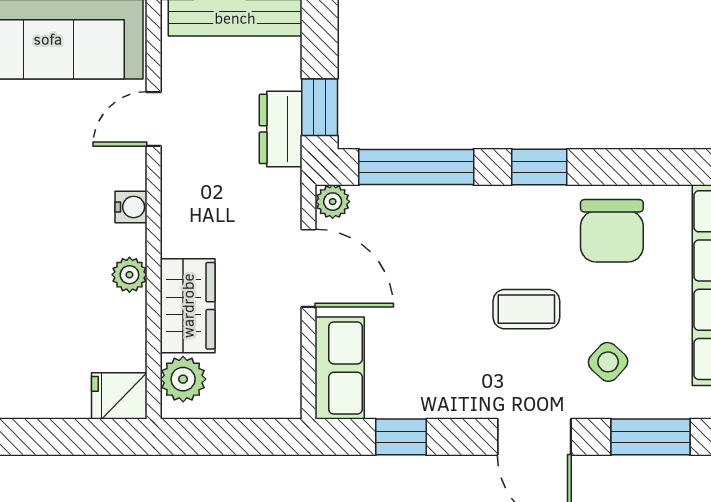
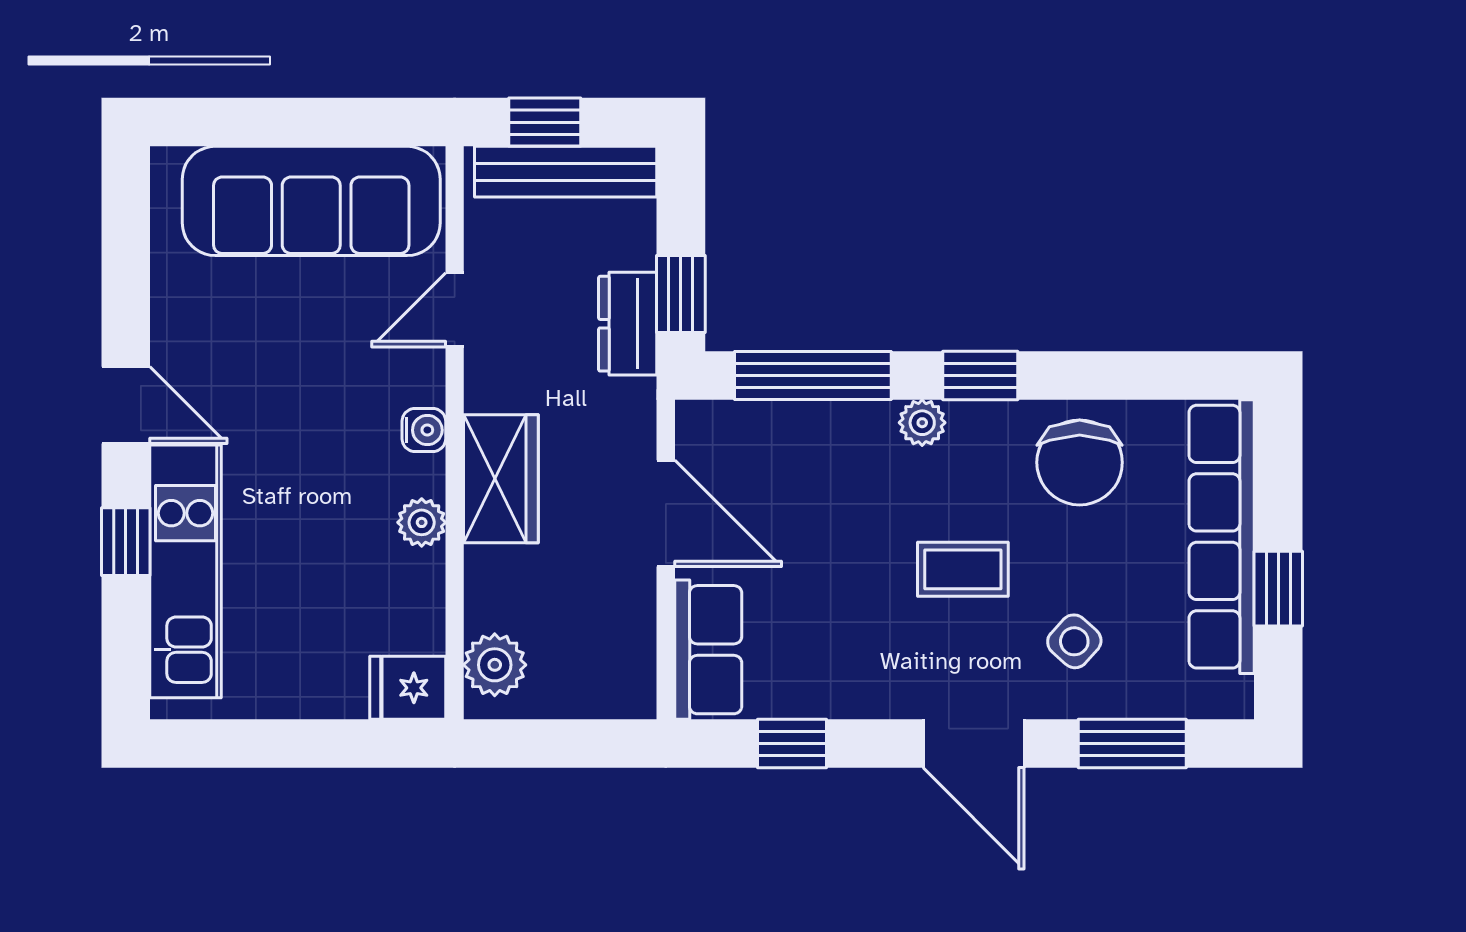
plant: (333, 202) -> (922, 423), moved
wardrobe: (188, 306) -> (501, 479), moved

